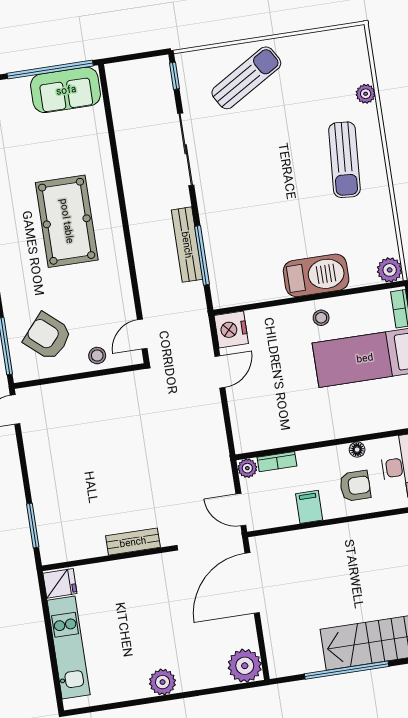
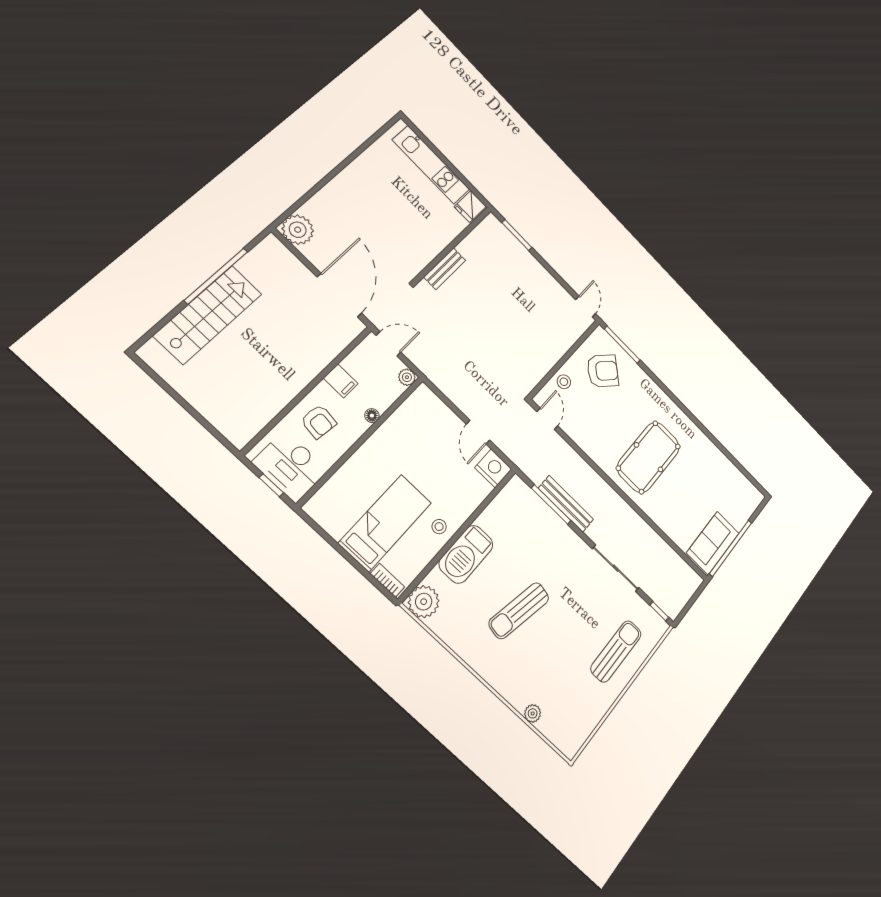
sun lounger: (246, 78) -> (616, 651), turned -149
sun lounger: (344, 160) -> (519, 611), moved, turned -83
pool table: (67, 221) -> (648, 457), turned 90
plant: (390, 270) -> (424, 602), width x1.36, depth x1.36
floor lamp: (357, 450) -> (372, 416), moved
bookcase: (277, 462) -> (390, 397), removed
armchair: (355, 486) -> (319, 422), turned -83
plant: (163, 682) -> (348, 180), removed

